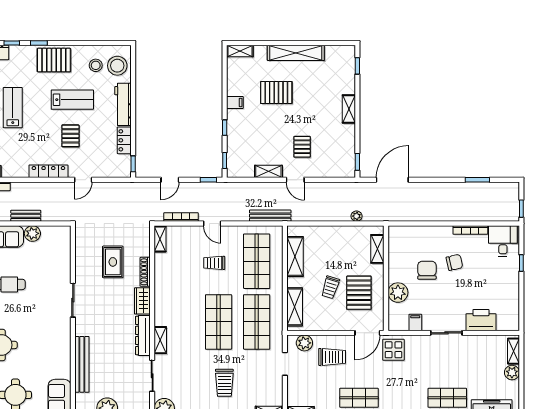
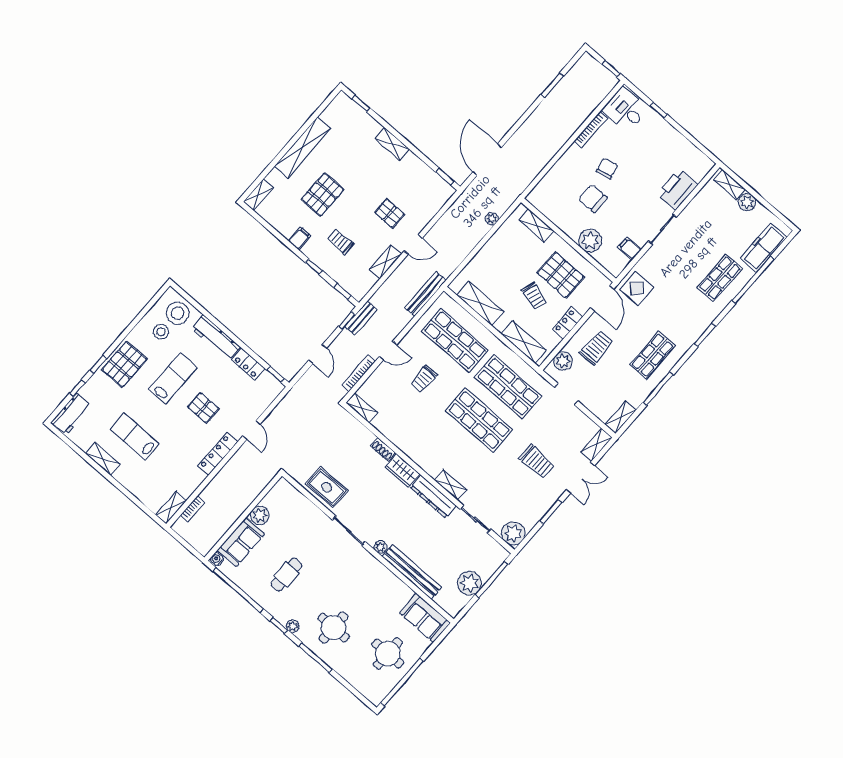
trolley: (256, 131) -> (341, 242), added
bench: (26, 216) -> (361, 318), moved
rug: (113, 262) -> (327, 487), moved
shoe rack: (145, 272) -> (383, 449), width x0.70
locker: (332, 324) -> (568, 323), added
plant: (80, 330) -> (380, 547), added

